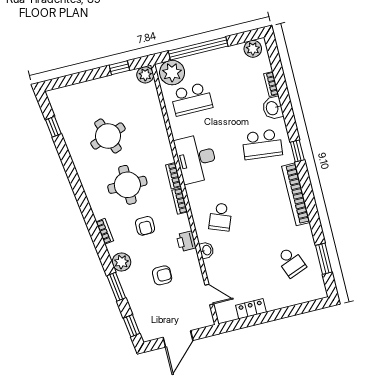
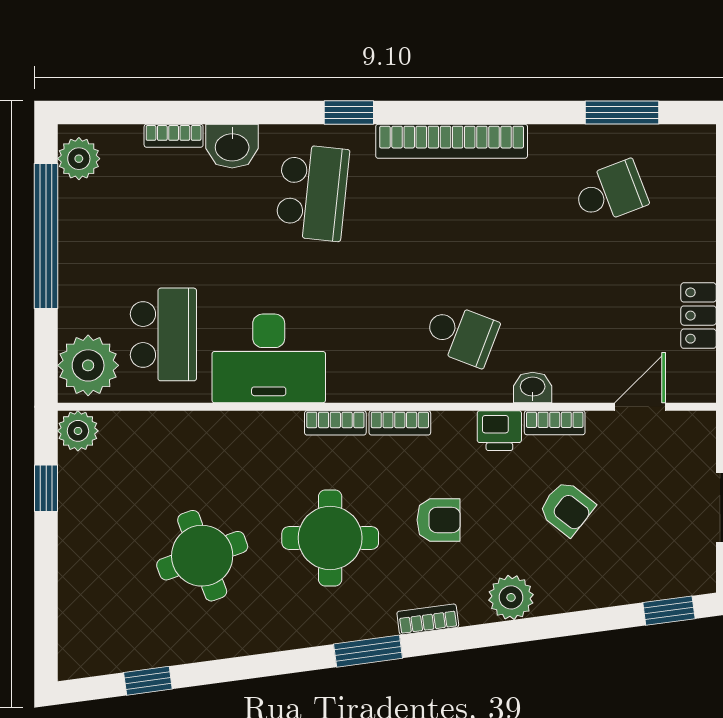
window: (198, 48) -> (46, 236), moved
desk: (196, 159) -> (269, 358), moved
bookcase: (195, 262) -> (555, 423), added
armchair: (162, 275) -> (567, 508), turned 128
window: (116, 287) -> (368, 651), moved

